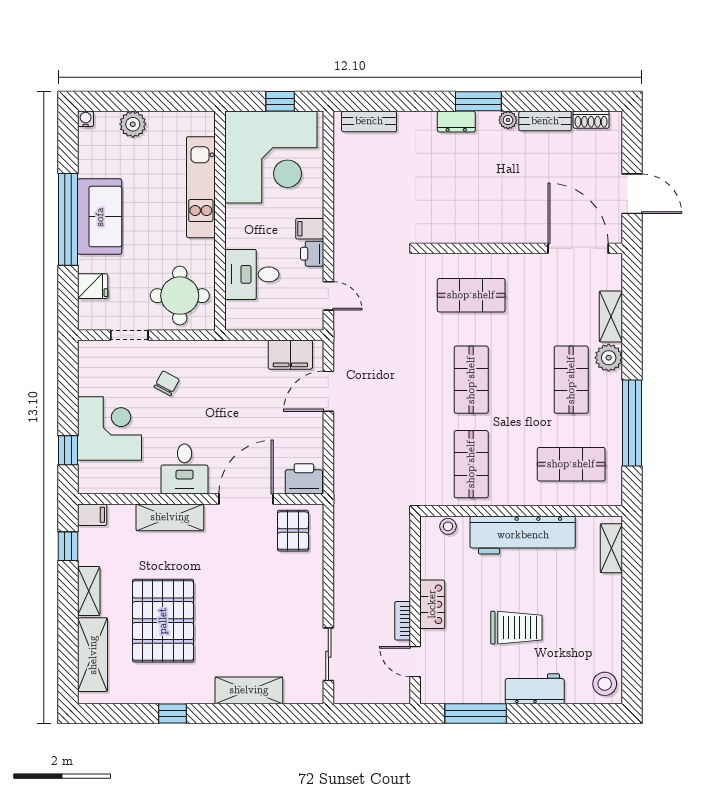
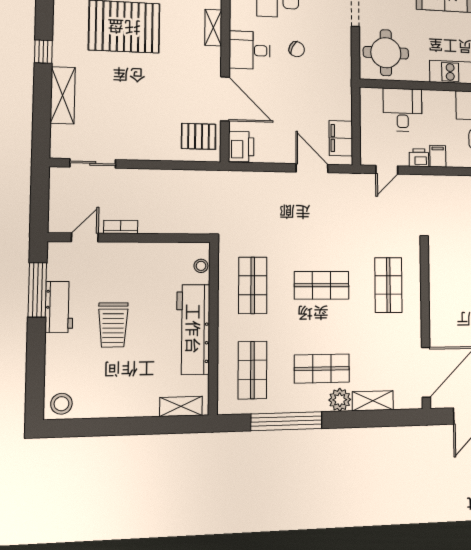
chair: (167, 383) -> (297, 49), moved
shop shelf: (471, 464) -> (253, 285), turned 90
shelving: (170, 517) -> (213, 28), width x0.67, depth x0.75
locker: (432, 604) -> (135, 252), removed
workbench: (535, 689) -> (59, 307), moved
window: (172, 714) -> (43, 52), moved

